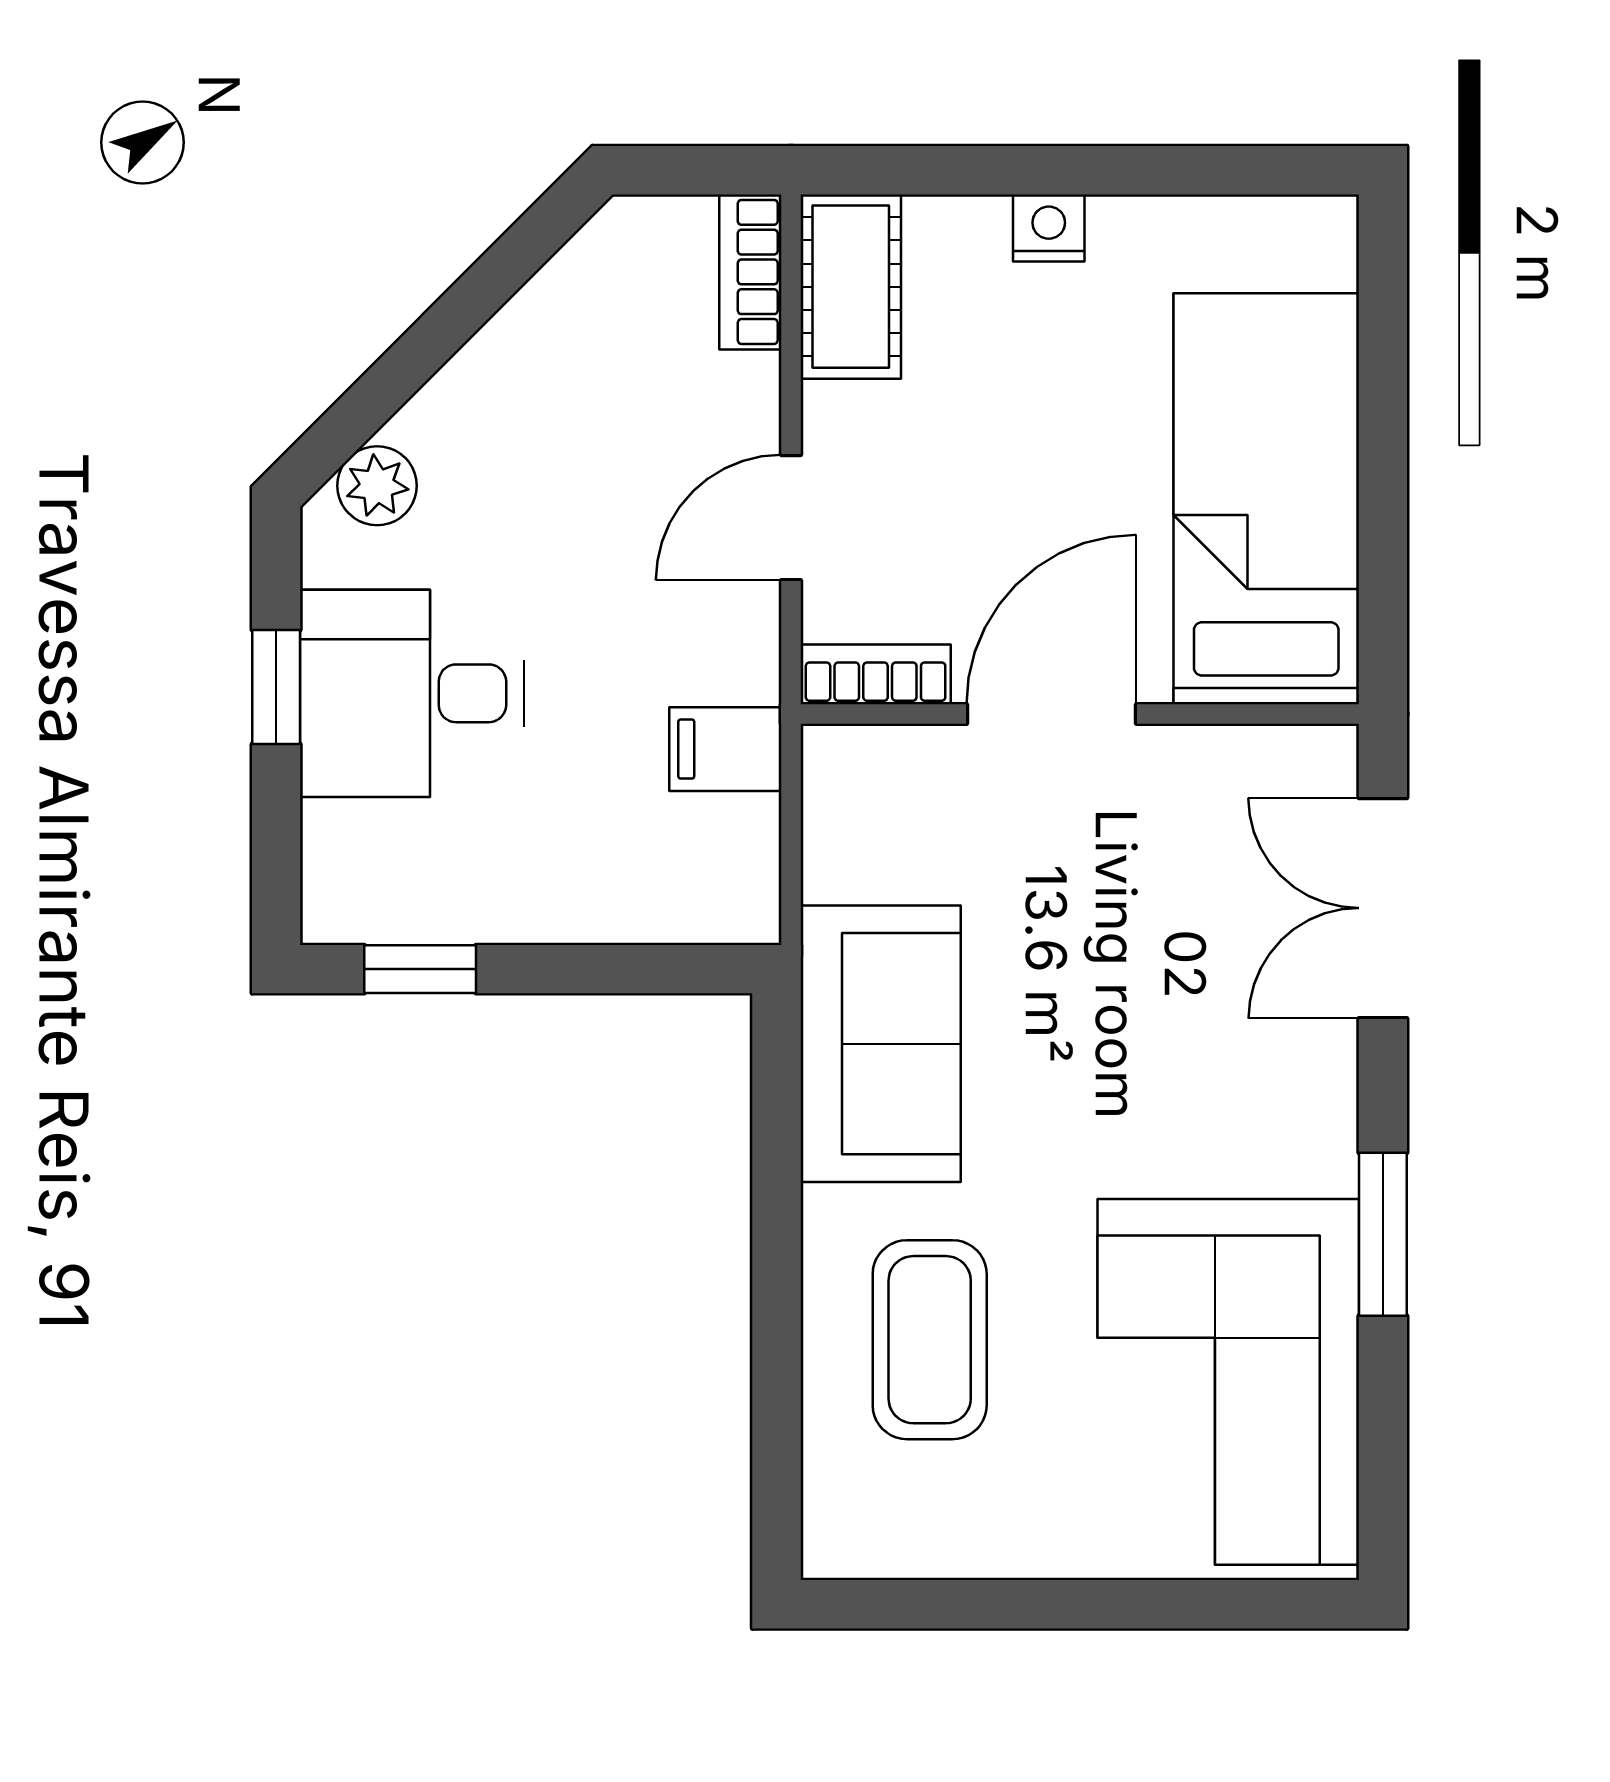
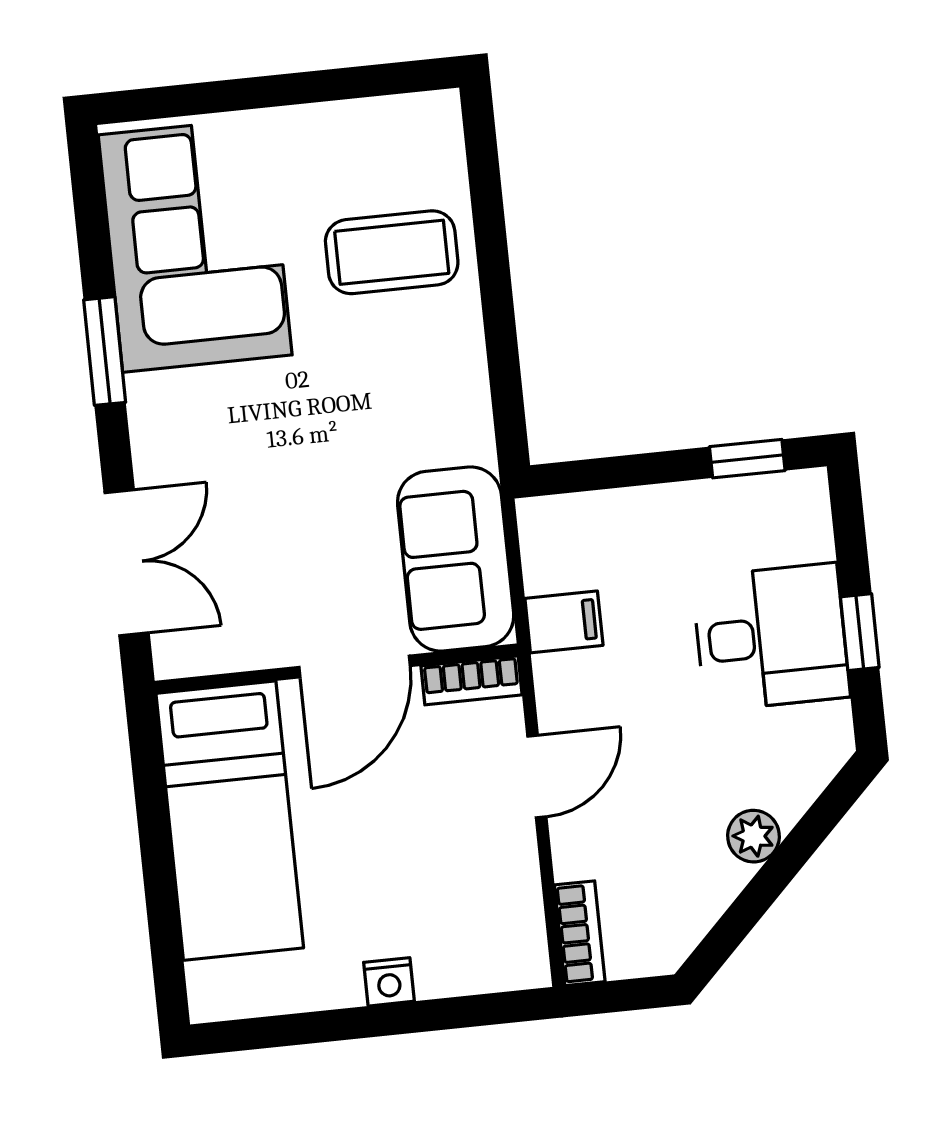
cot: (851, 287) -> (514, 930), removed
plant: (377, 486) -> (753, 836), moved
sofa: (881, 1044) -> (456, 559), moved
coffee table: (930, 1340) -> (392, 252), turned 90

